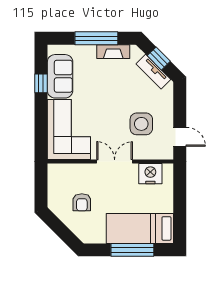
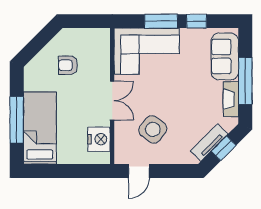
sofa: (60, 76) -> (225, 56), moved, turned 90
window: (41, 116) -> (161, 21), added
side table: (141, 124) -> (153, 129), turned 37

